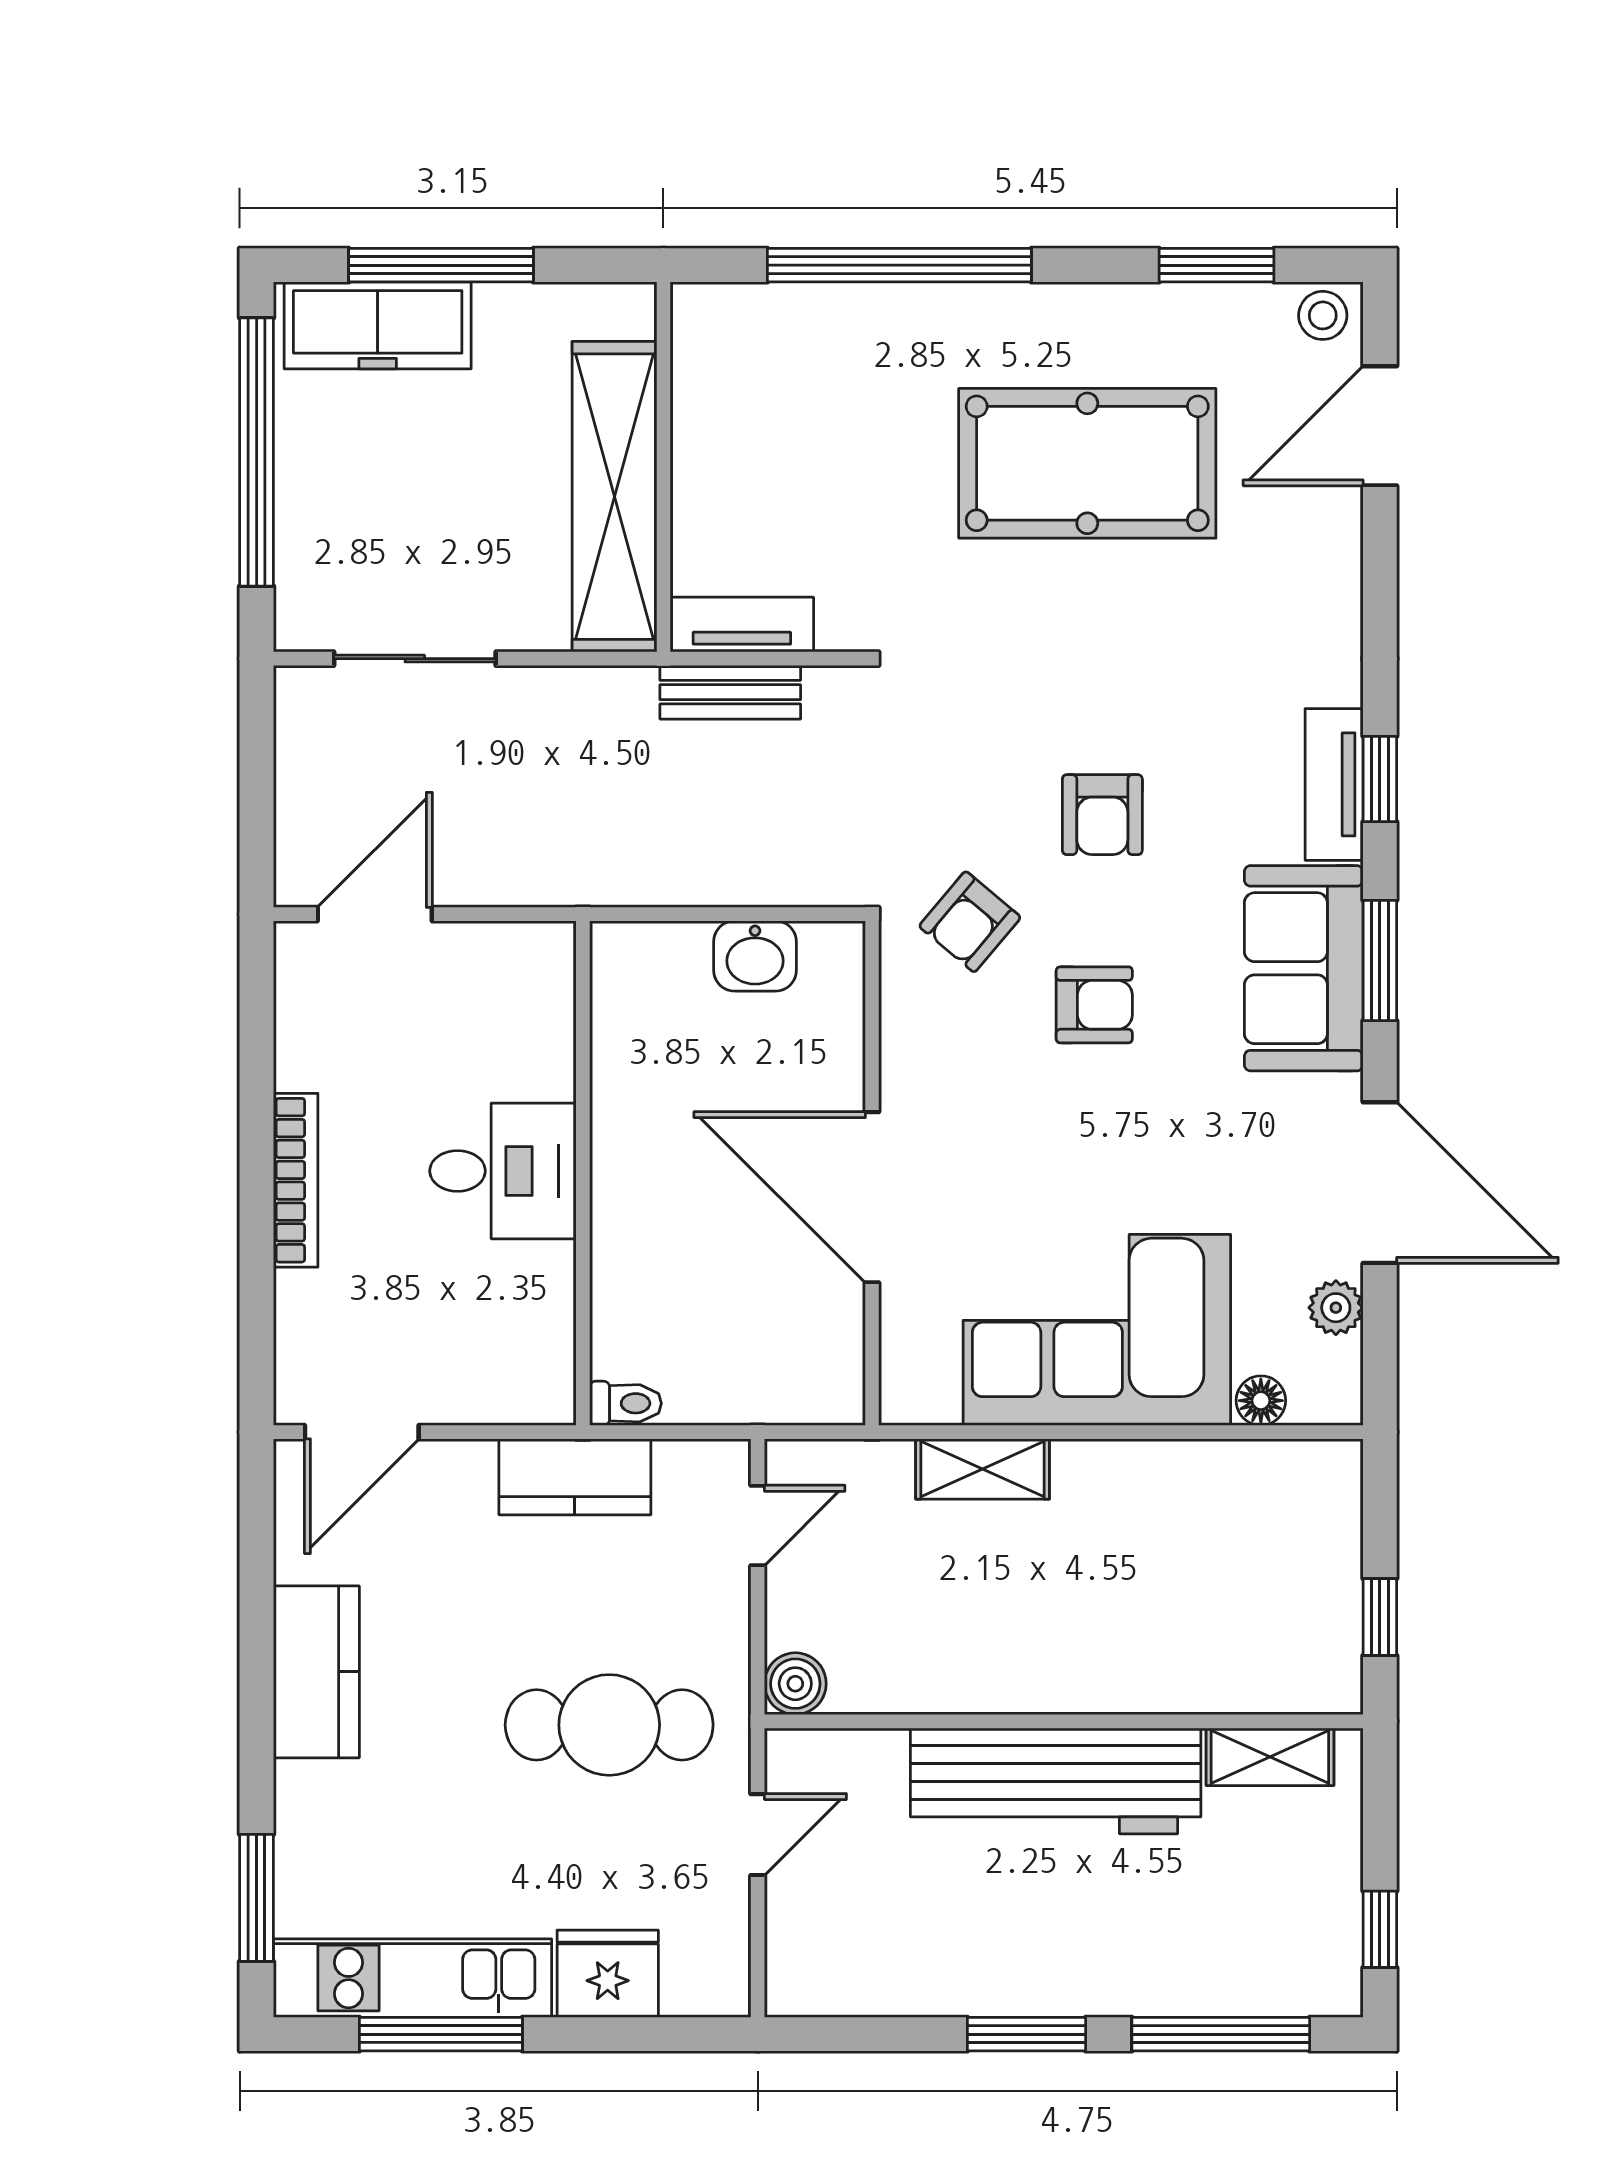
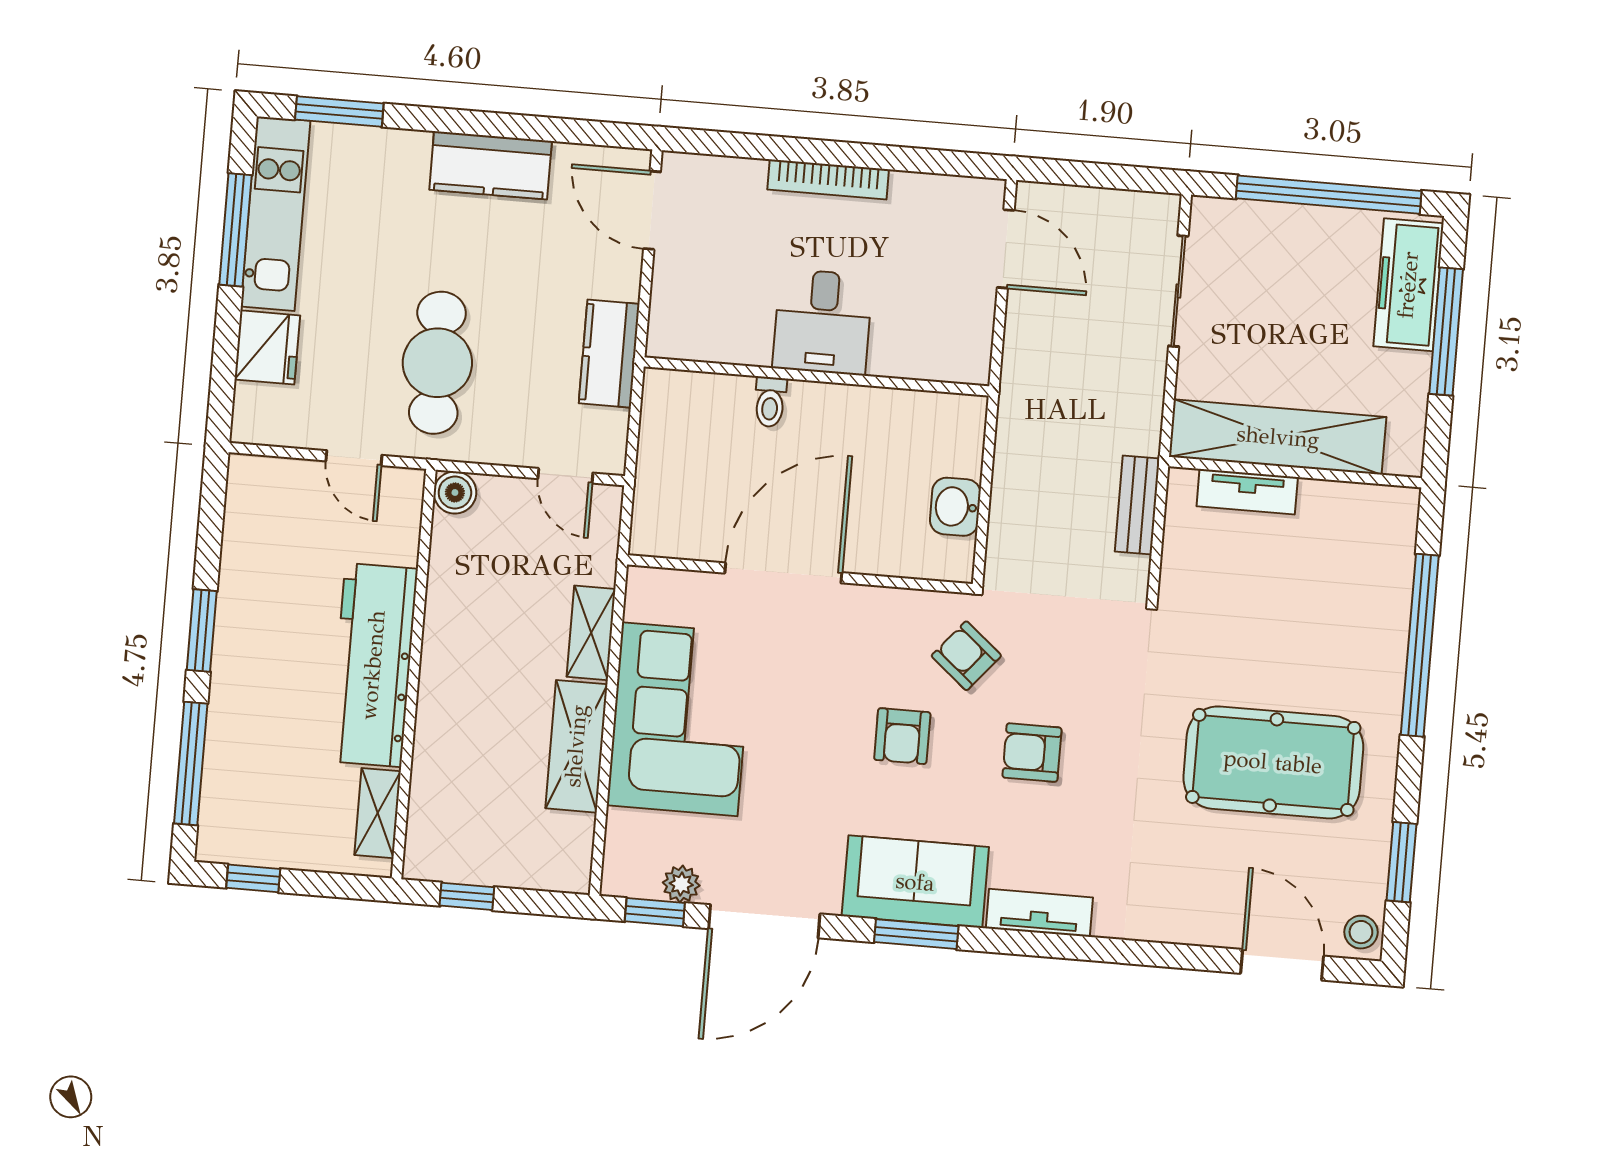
pool table: (1087, 463) -> (1273, 762), turned 90
tv unit: (742, 625) -> (1247, 492), moved, turned 90
window: (1380, 779) -> (655, 912), moved
floor lamp: (1261, 1401) -> (622, 827), removed
toilet: (625, 1403) -> (770, 402), moved
shelving: (1149, 1476) -> (576, 746), added

